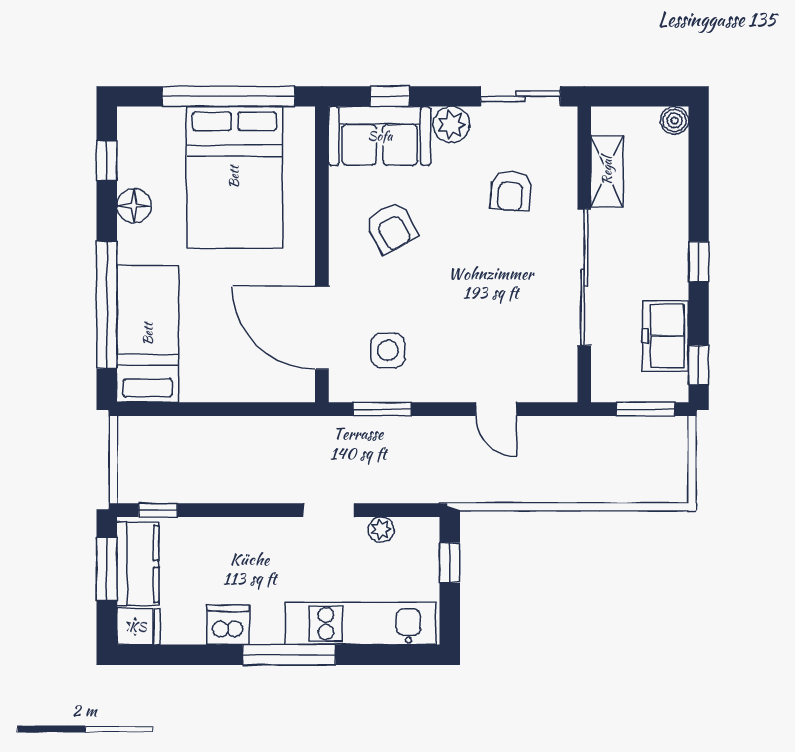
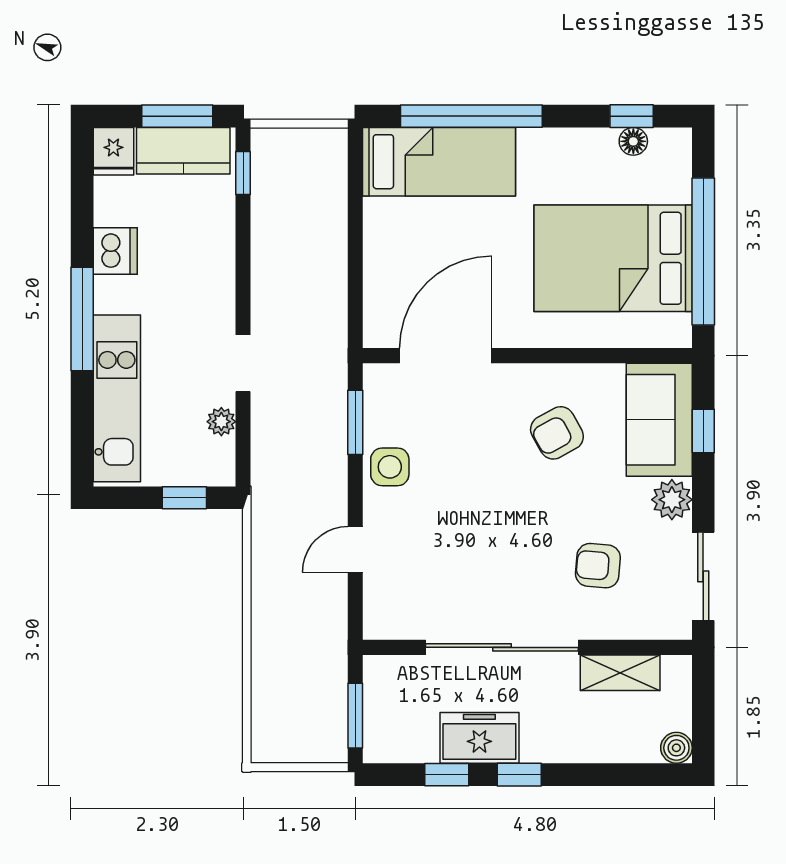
floor lamp: (134, 206) -> (633, 141), moved, width x0.73, depth x0.73
freezer: (666, 336) -> (479, 738), moved
side table: (388, 350) -> (390, 467), moved
window: (699, 365) -> (447, 775), moved

